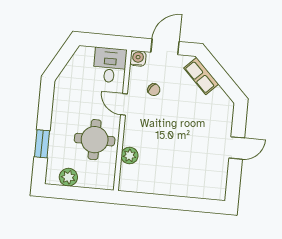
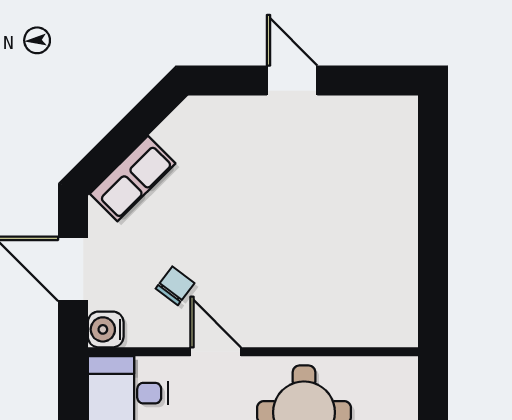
door: (124, 104) -> (216, 352), swing flipped
plant: (129, 156) -> (333, 328), removed

